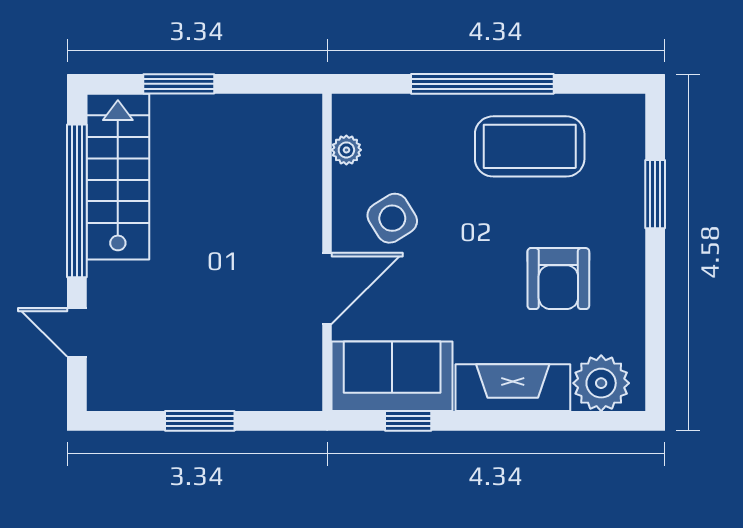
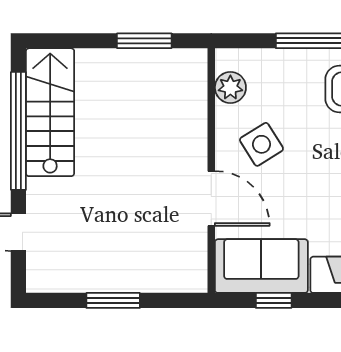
window: (179, 84) -> (144, 41), moved
plant: (346, 150) -> (230, 87), width x1.38, depth x1.38
door: (327, 288) -> (211, 198), hinge flipped

